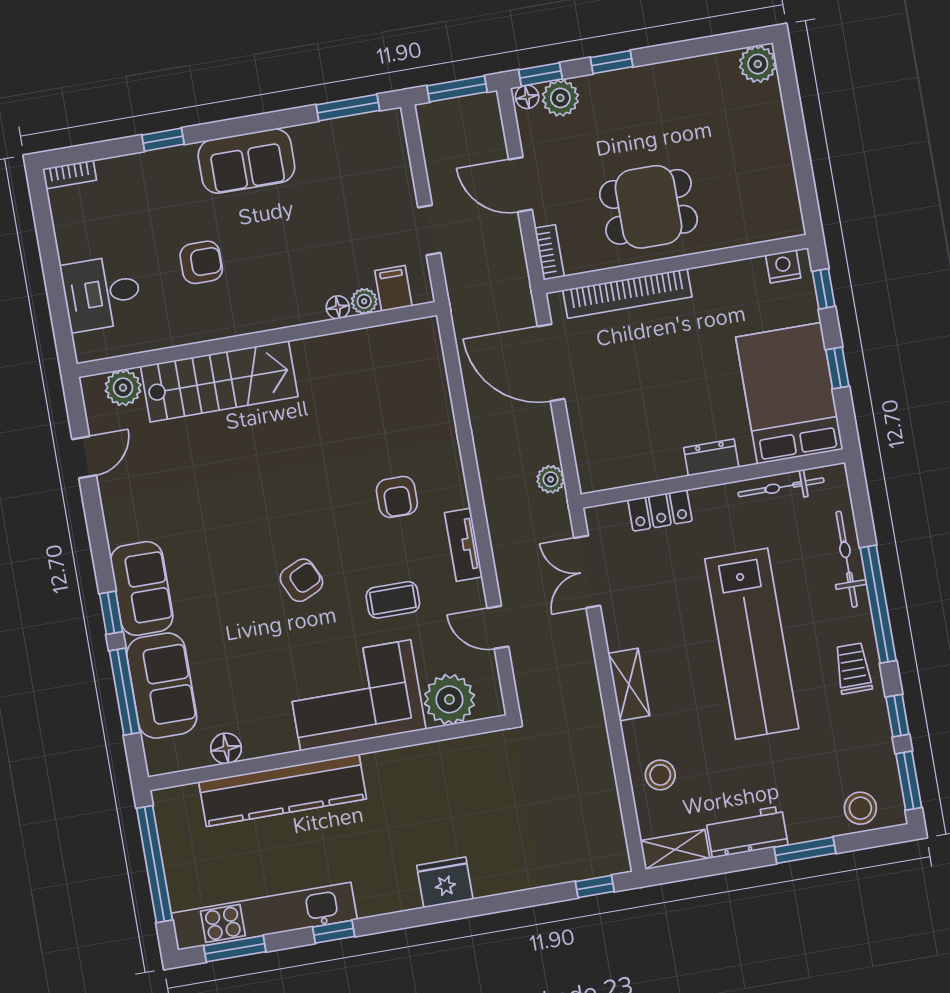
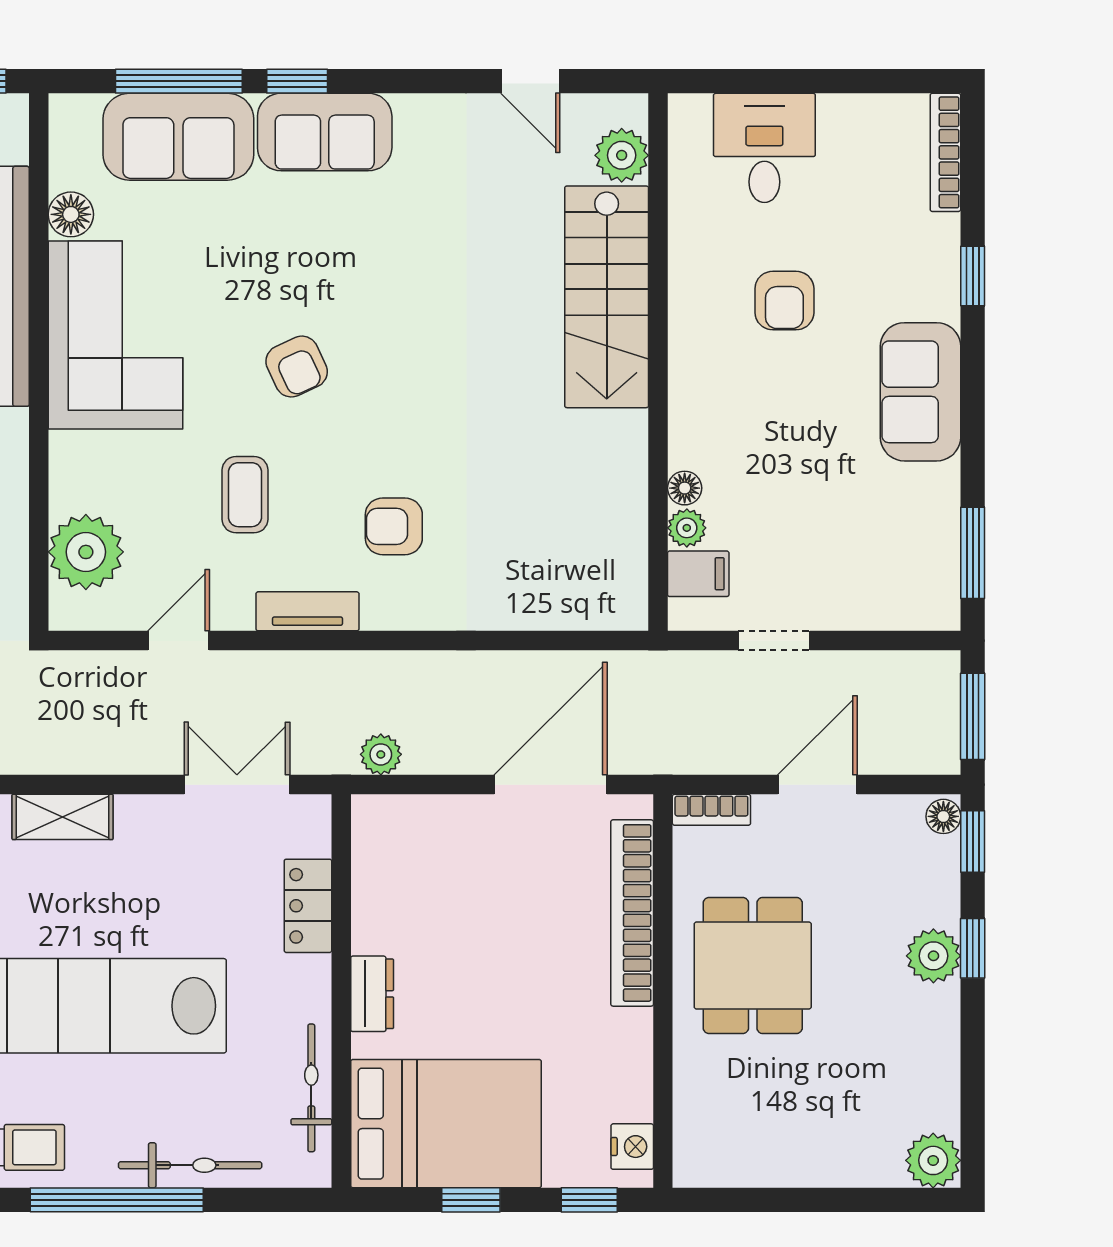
plant: (560, 98) -> (933, 956), moved
bookcase: (70, 174) -> (945, 152), width x1.56
corner sofa: (356, 695) -> (116, 335), moved

